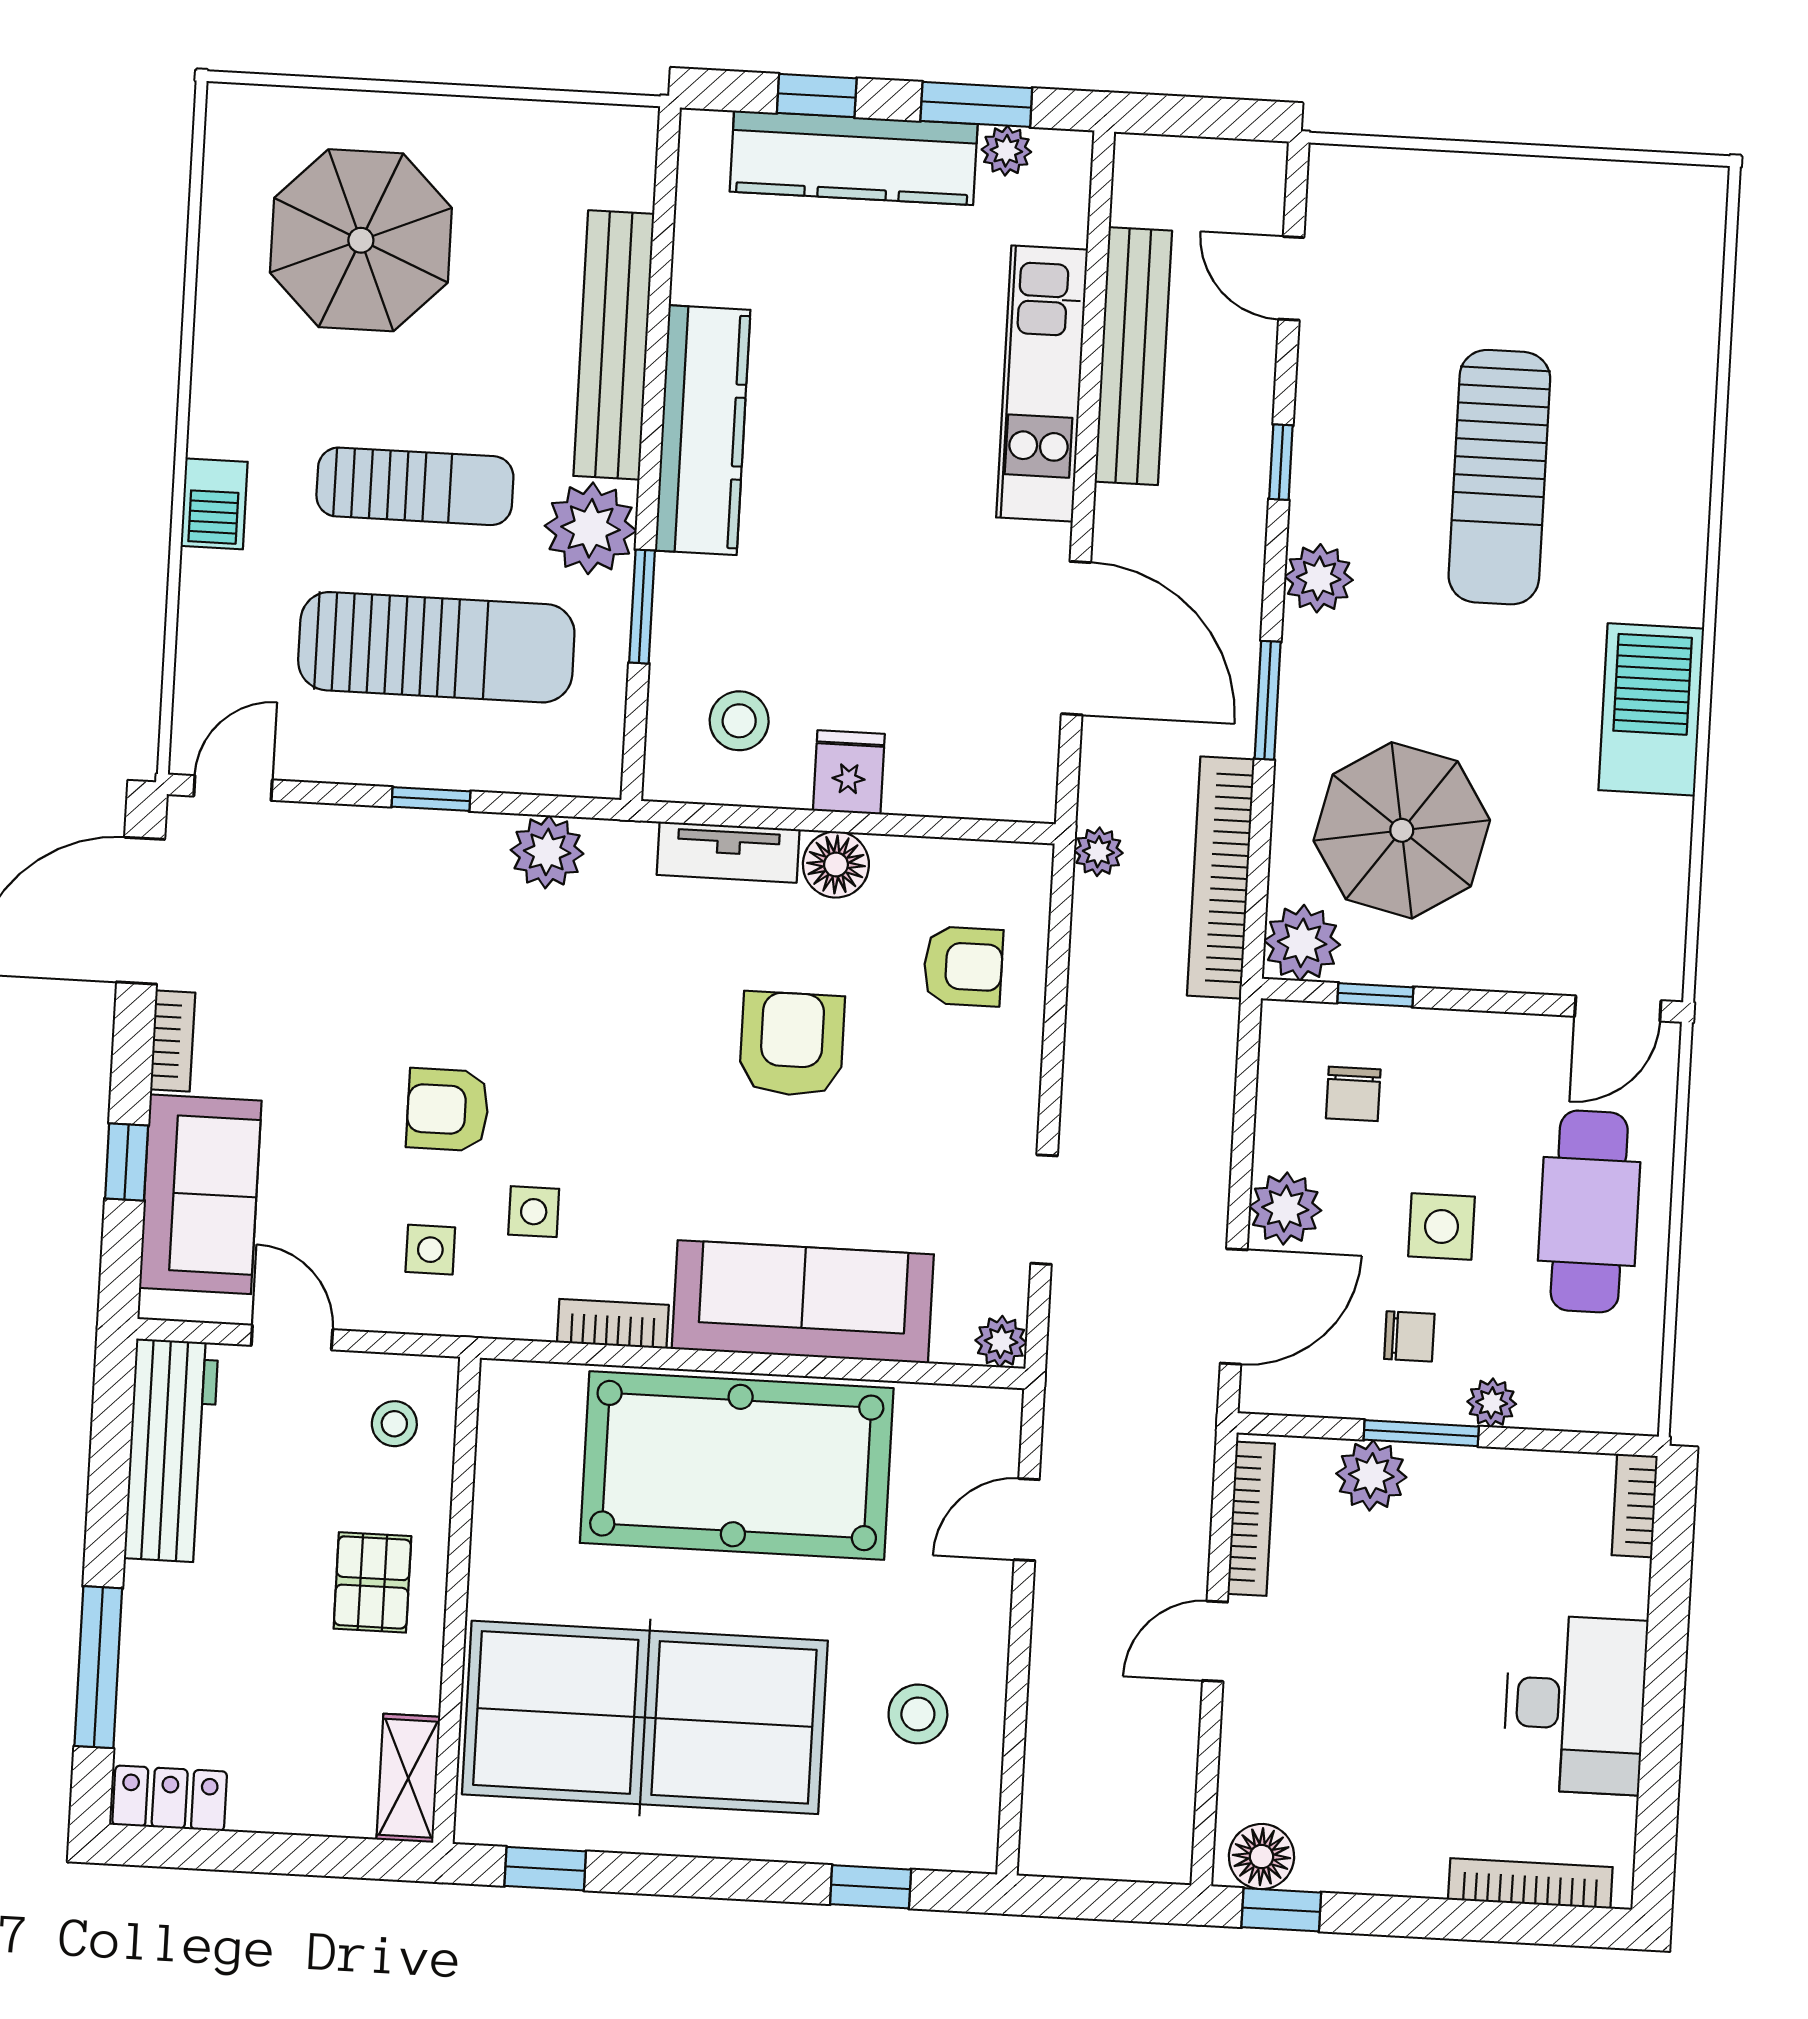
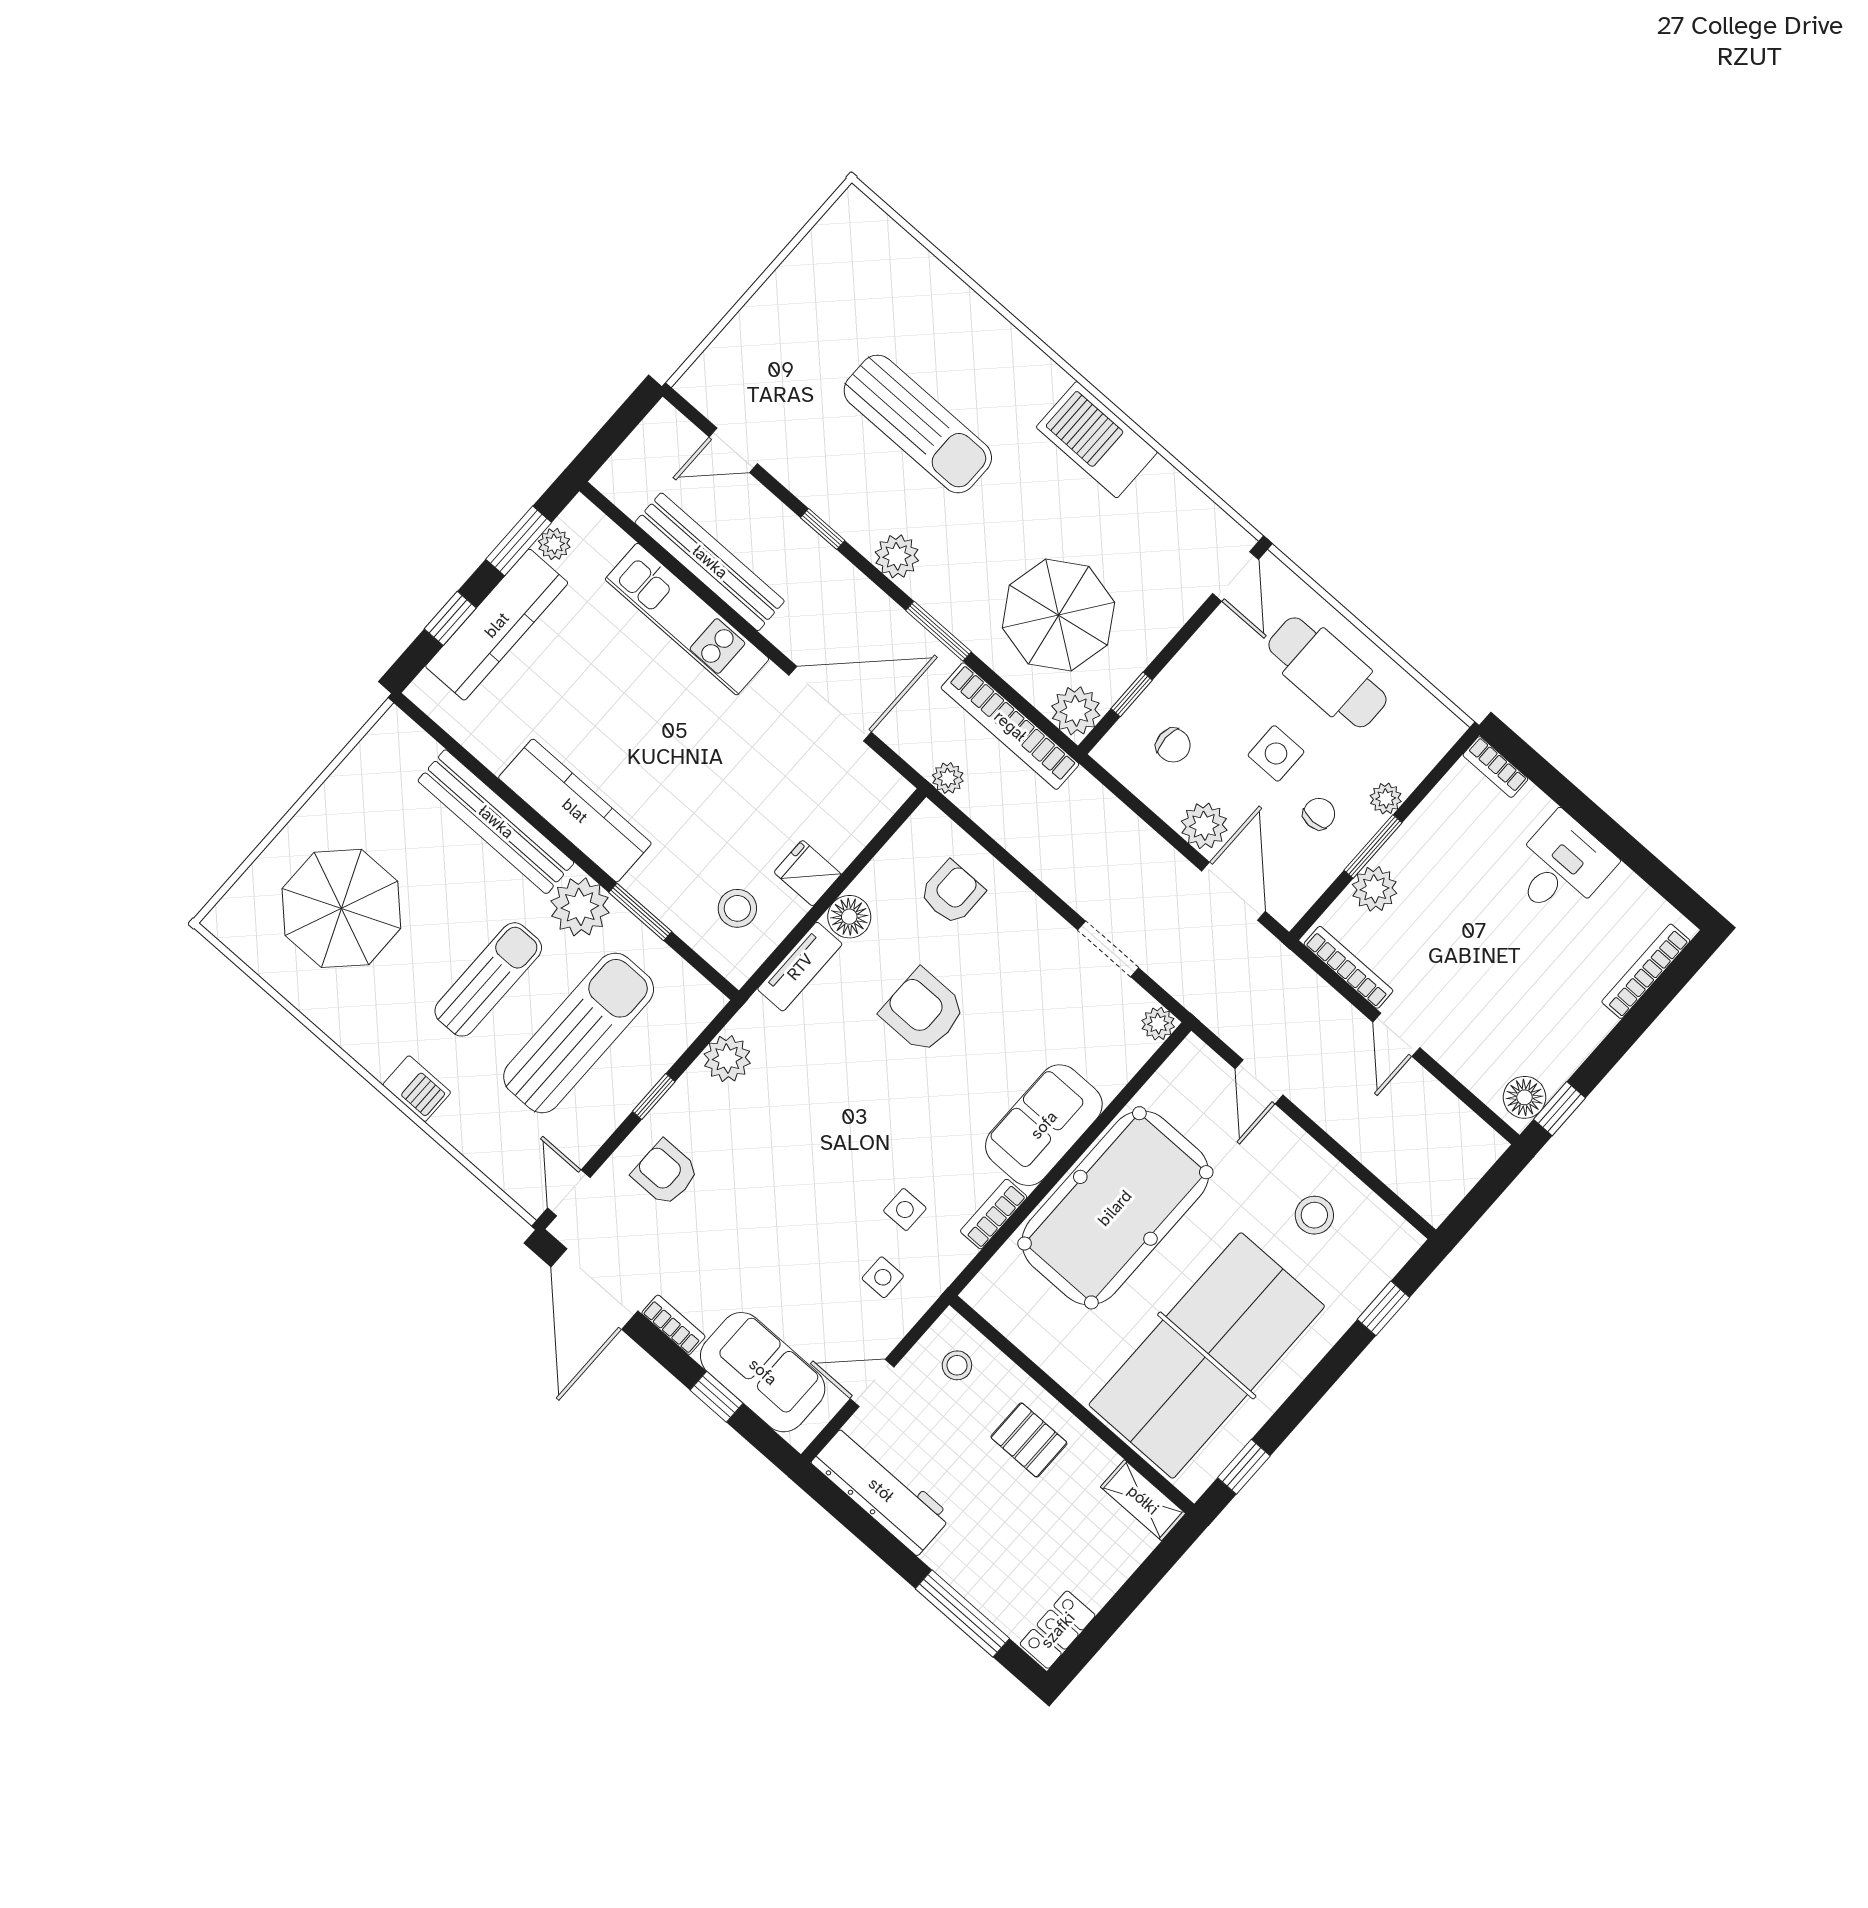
armchair: (448, 1110) -> (665, 1173), moved, turned 90
sofa: (803, 1302) -> (1044, 1125), width x0.73
desk: (1575, 1705) -> (1561, 867), width x0.73

